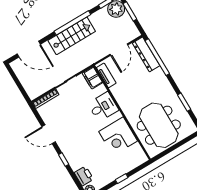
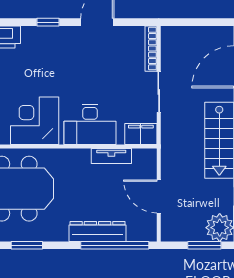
dresser: (146, 54) -> (98, 231), moved
tv unit: (106, 75) -> (111, 156), moved
desk: (103, 107) -> (90, 124), width x1.37

